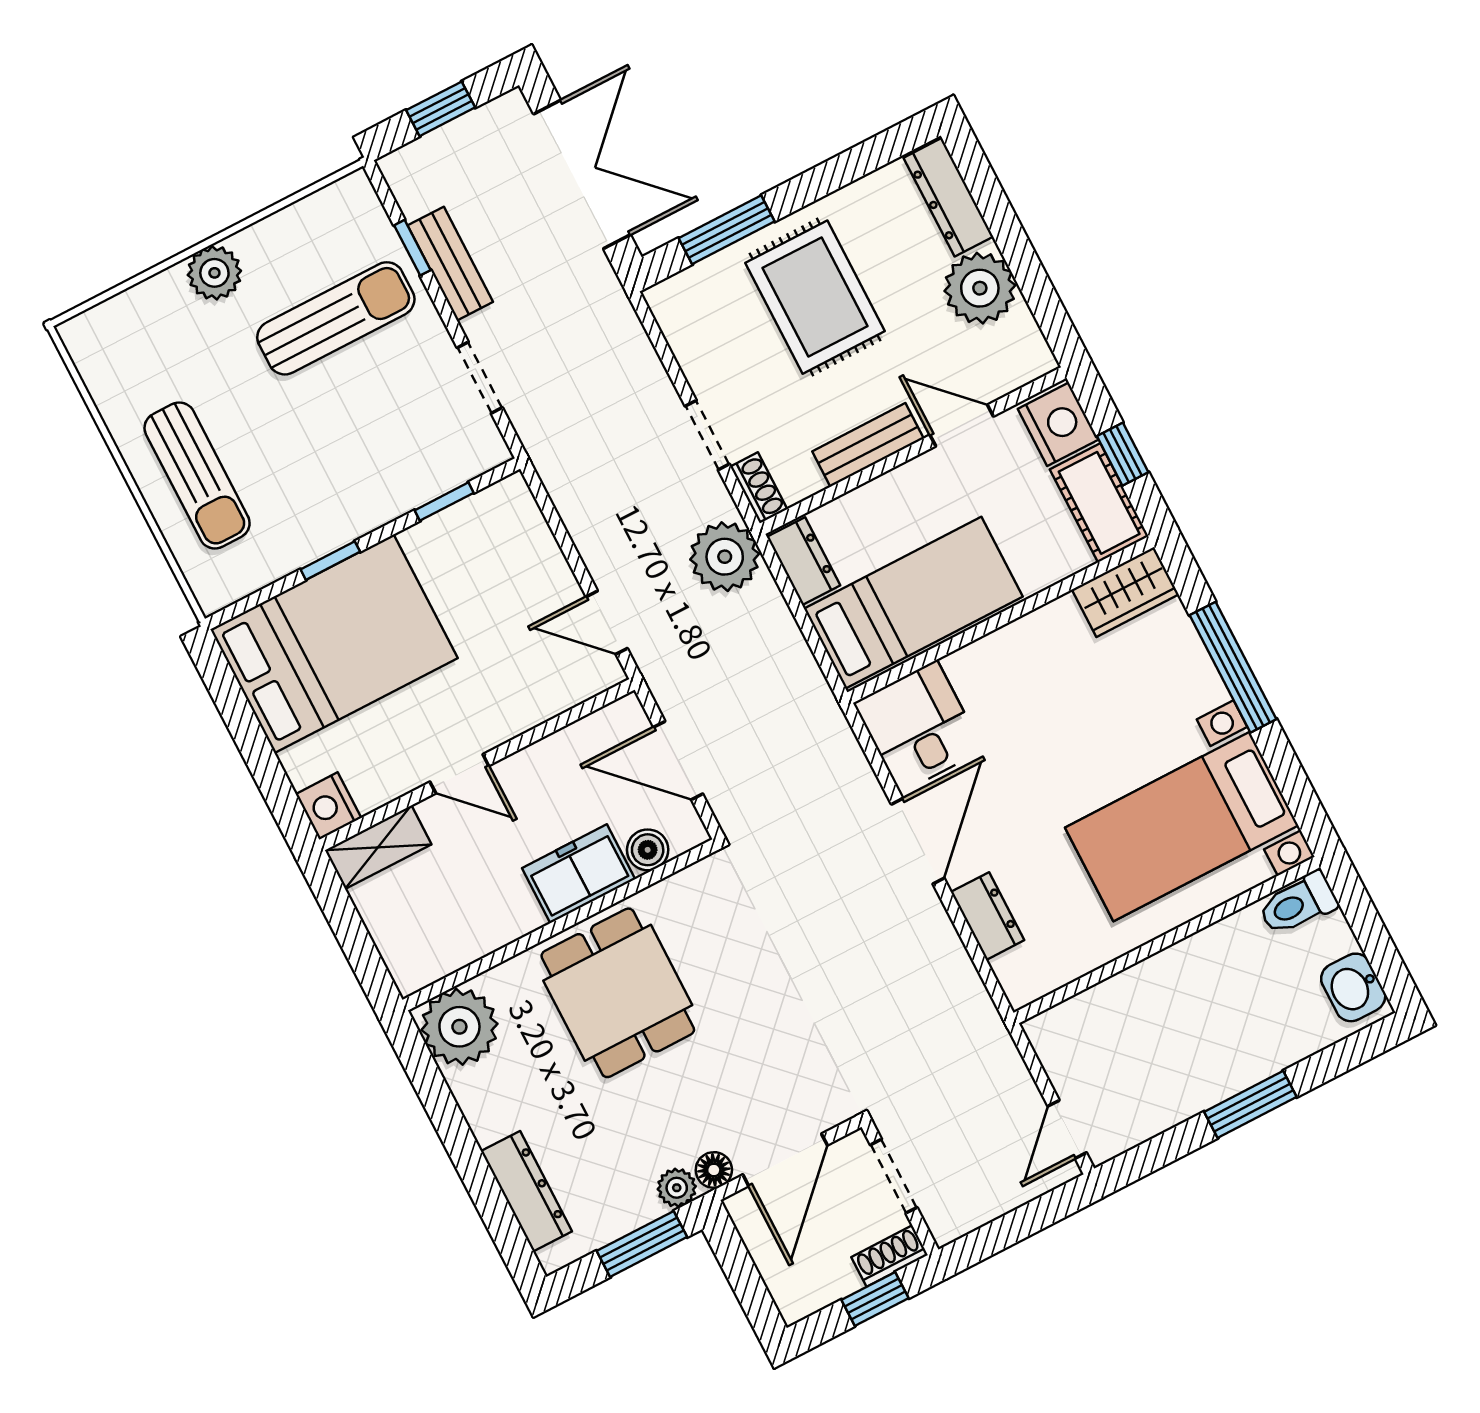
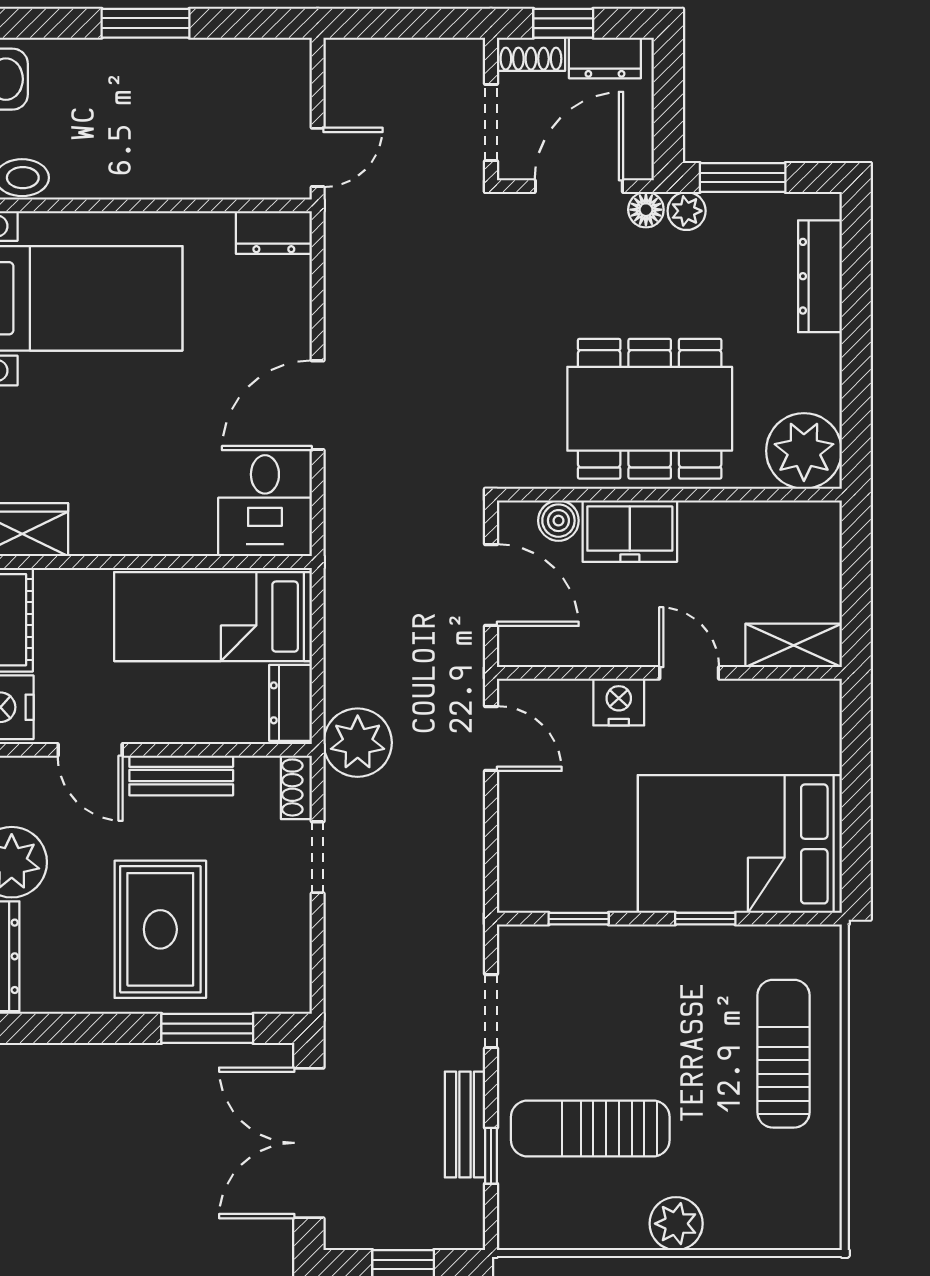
nightstand: (329, 806) -> (619, 702), moved, turned -90
dresser: (988, 916) -> (274, 233), moved, turned -90
dining table: (618, 993) -> (650, 409), width x1.38
door: (1067, 1129) -> (318, 157), moved
dresser: (821, 1287) -> (605, 58), added

